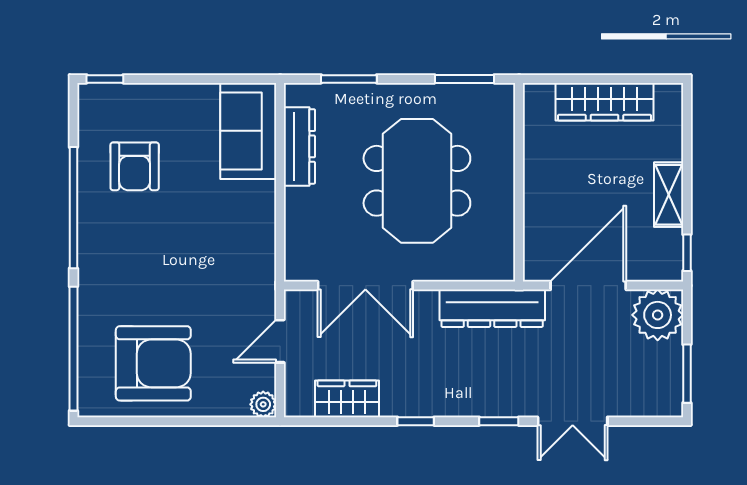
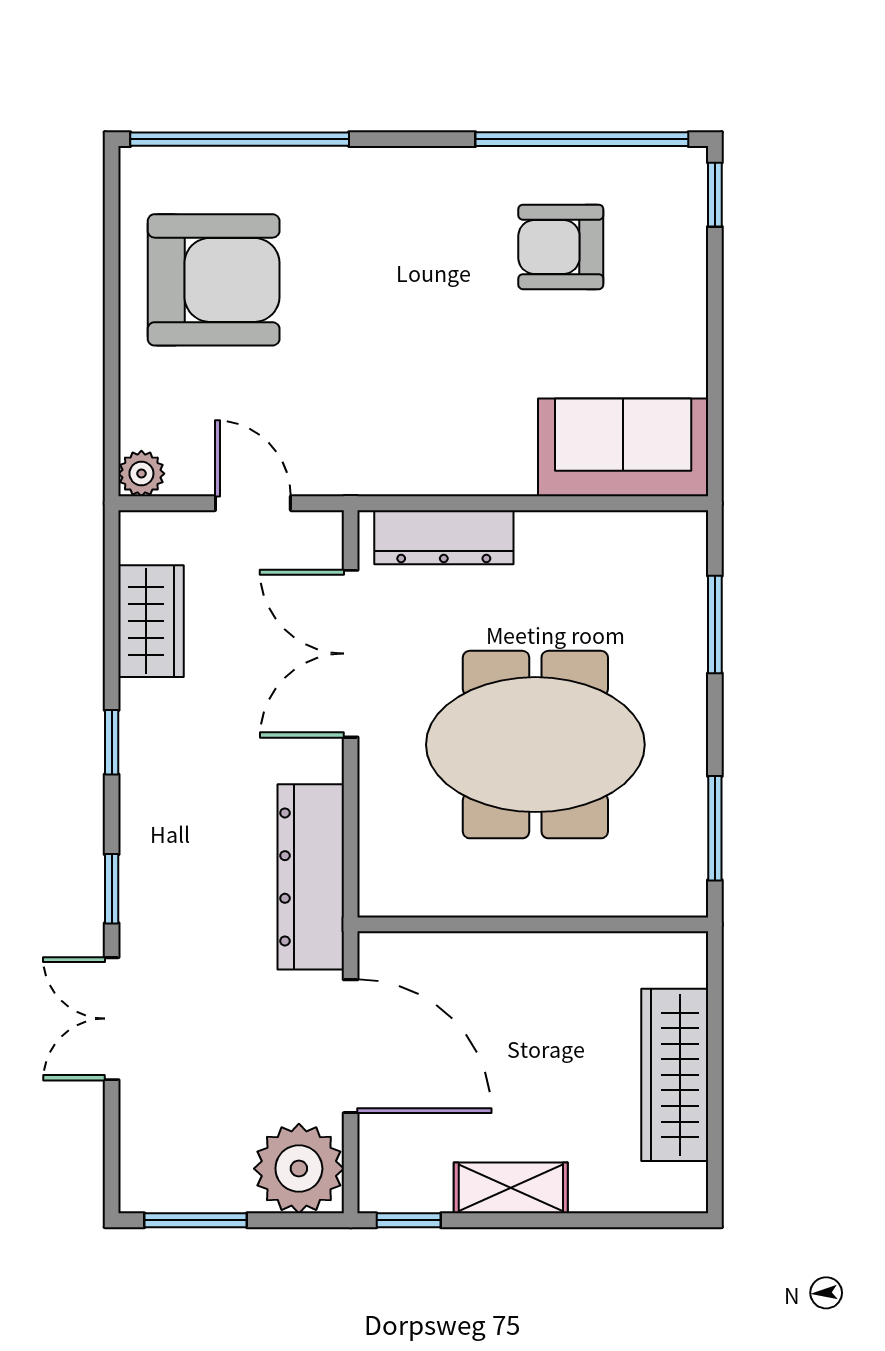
dresser: (299, 146) -> (444, 537), moved
window: (73, 208) -> (582, 139), moved
armchair: (153, 363) -> (214, 280), turned -90

